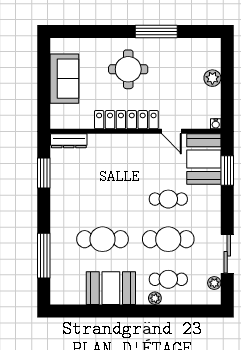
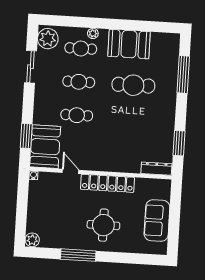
plant: (212, 78) -> (32, 240), moved
cafe table: (168, 239) -> (79, 82), width x0.73, depth x0.74
plant: (214, 283) -> (48, 39), width x1.88, depth x1.88

